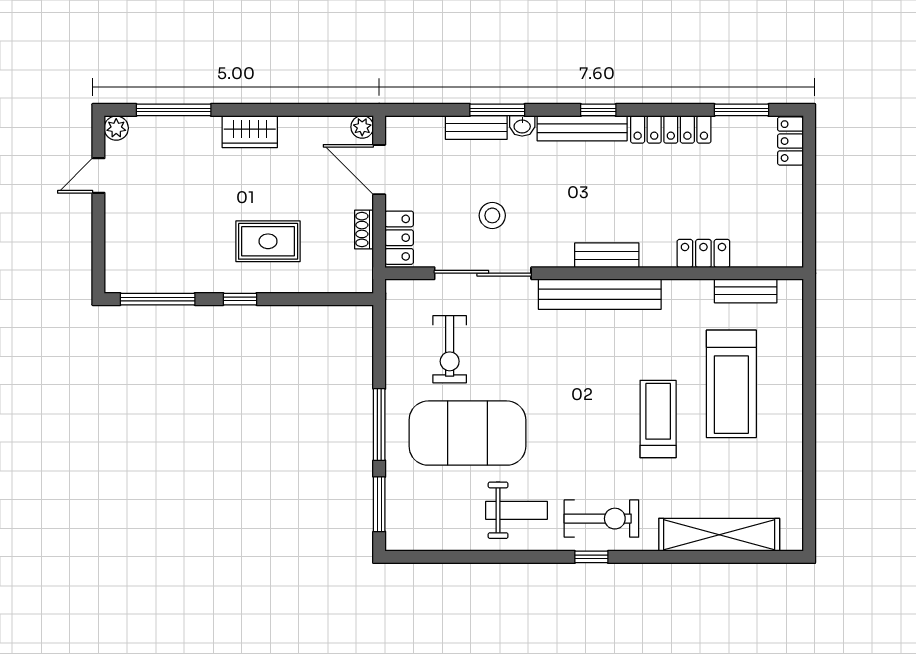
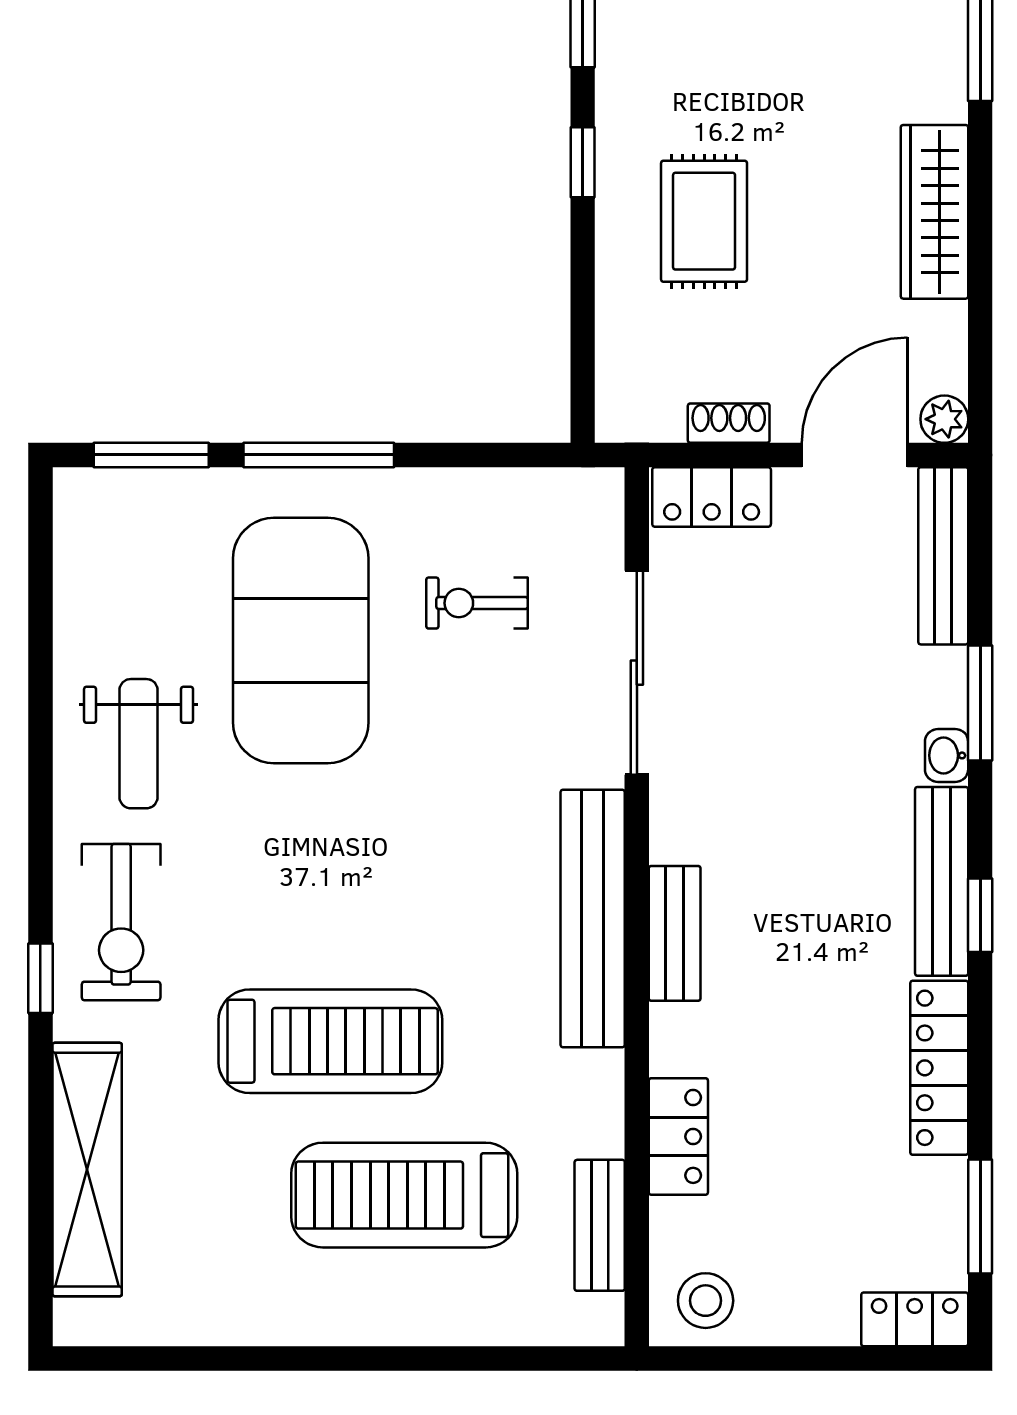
bench: (476, 127) -> (943, 556), moved, width x1.36
wardrobe: (250, 132) -> (934, 212), width x1.50
stool: (492, 215) -> (706, 1301), moved
exercise bike: (450, 349) -> (477, 603), width x0.73, depth x0.72
treadmill: (658, 419) -> (330, 1041), width x1.37, depth x1.38
window: (591, 557) -> (40, 978), moved

